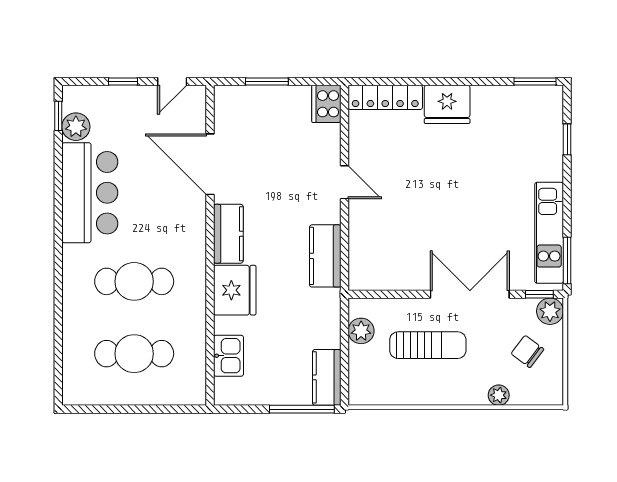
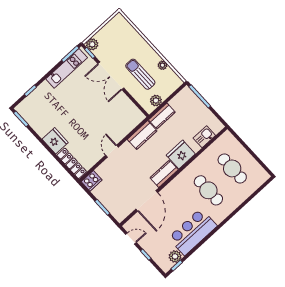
chair: (527, 351) -> (112, 39), removed
kitchen counter: (327, 377) -> (162, 116), moved
plant: (499, 395) -> (162, 65), moved

